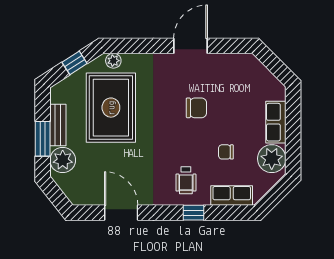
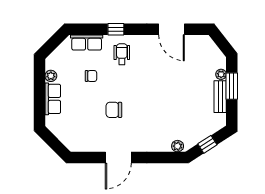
rug: (111, 108) -> (179, 110), removed
plant: (272, 159) -> (51, 76), width x0.53, depth x0.53
plant: (63, 160) -> (221, 74), width x0.53, depth x0.53

